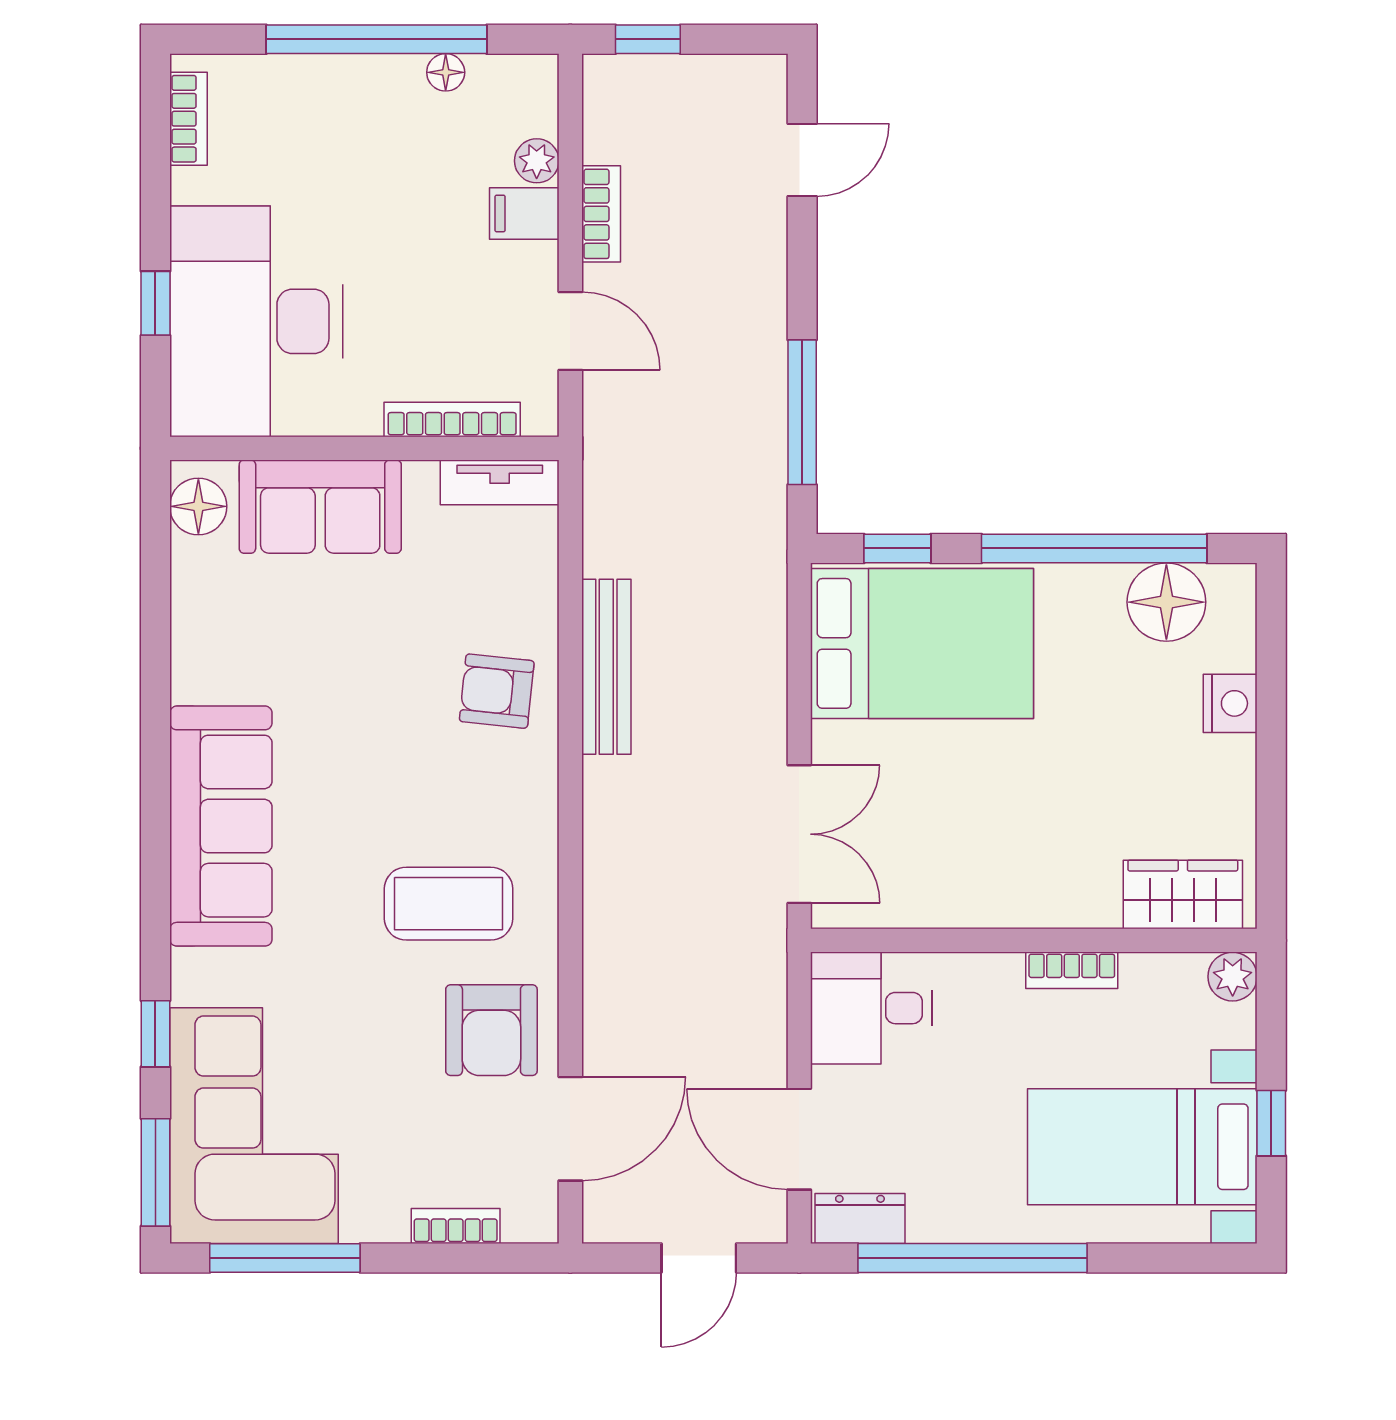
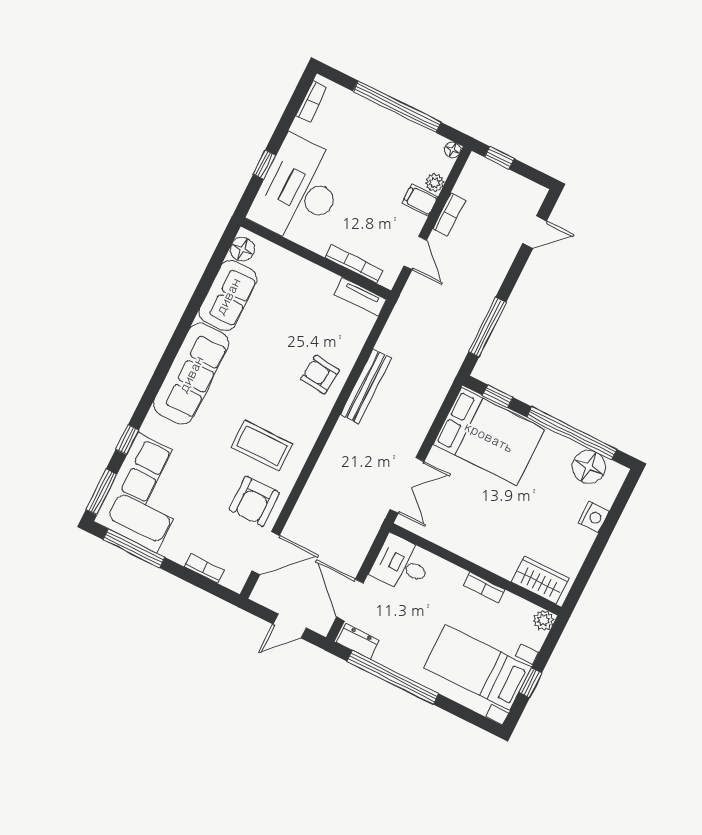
floor lamp: (446, 72) -> (452, 150), moved
sofa: (320, 507) -> (228, 296), moved, turned -90

